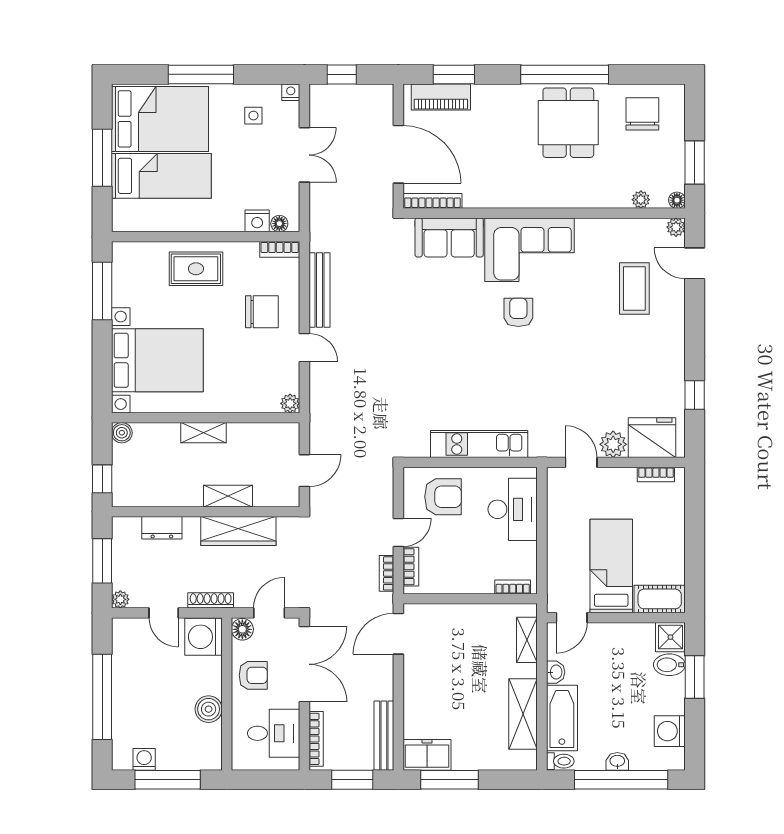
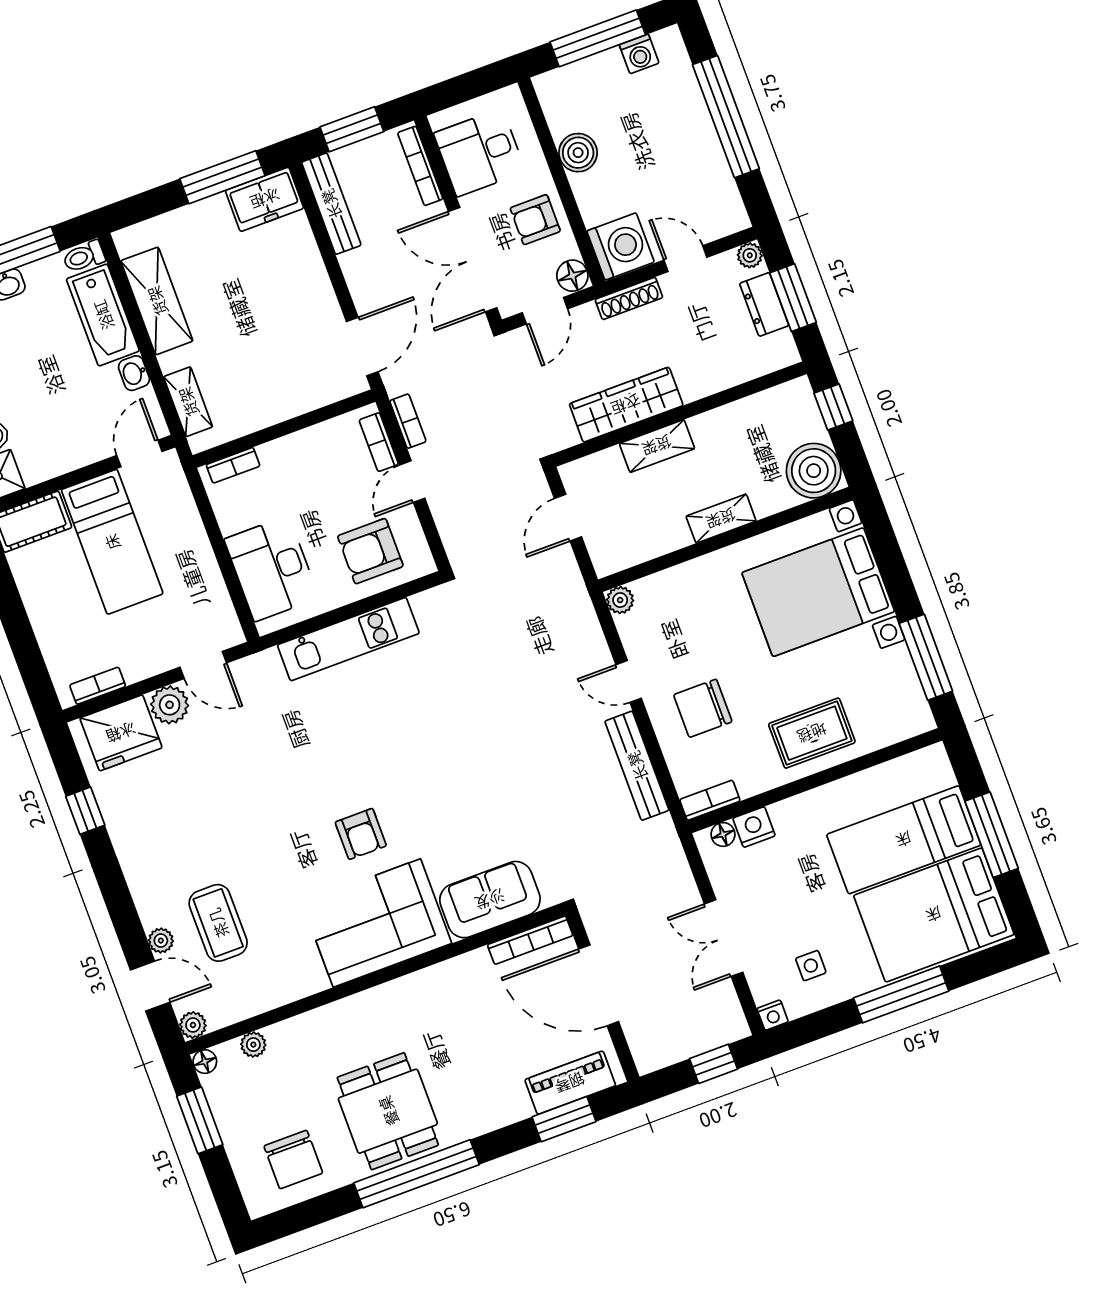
plant: (676, 291) -> (161, 941), added
boiler: (122, 433) -> (814, 471), width x1.86, depth x1.86
dresser: (162, 528) -> (764, 304), moved, turned -90

